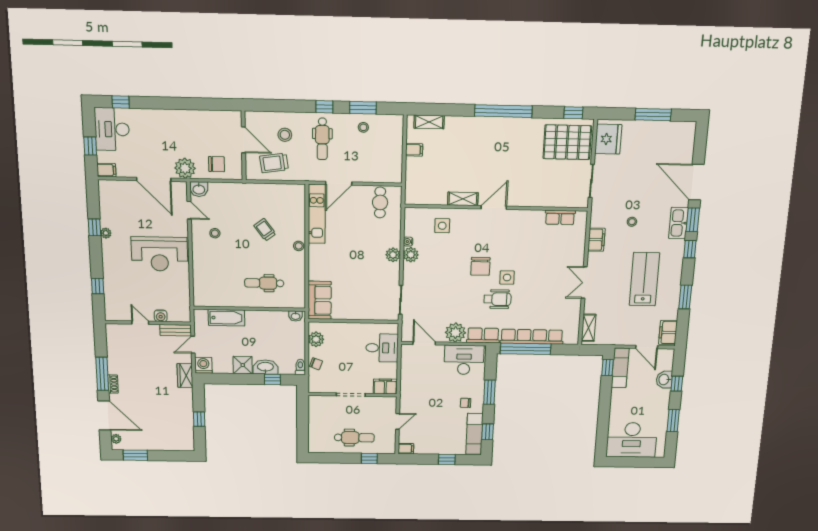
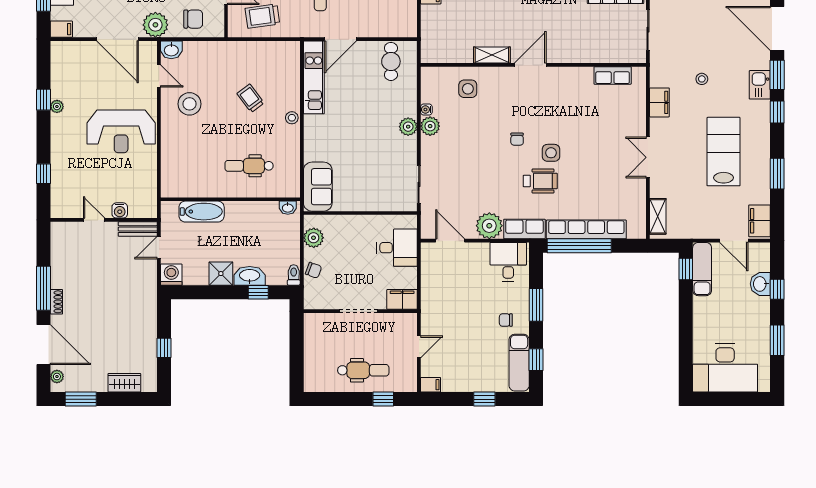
kitchen sink: (678, 223) -> (760, 85), width x0.73
stool: (215, 233) -> (190, 104), width x1.89, depth x1.89
chair: (480, 266) -> (517, 139), width x0.54, depth x0.54
desk: (464, 360) -> (508, 262), width x0.73
wardrobe: (185, 376) -> (124, 383), moved, turned 90

